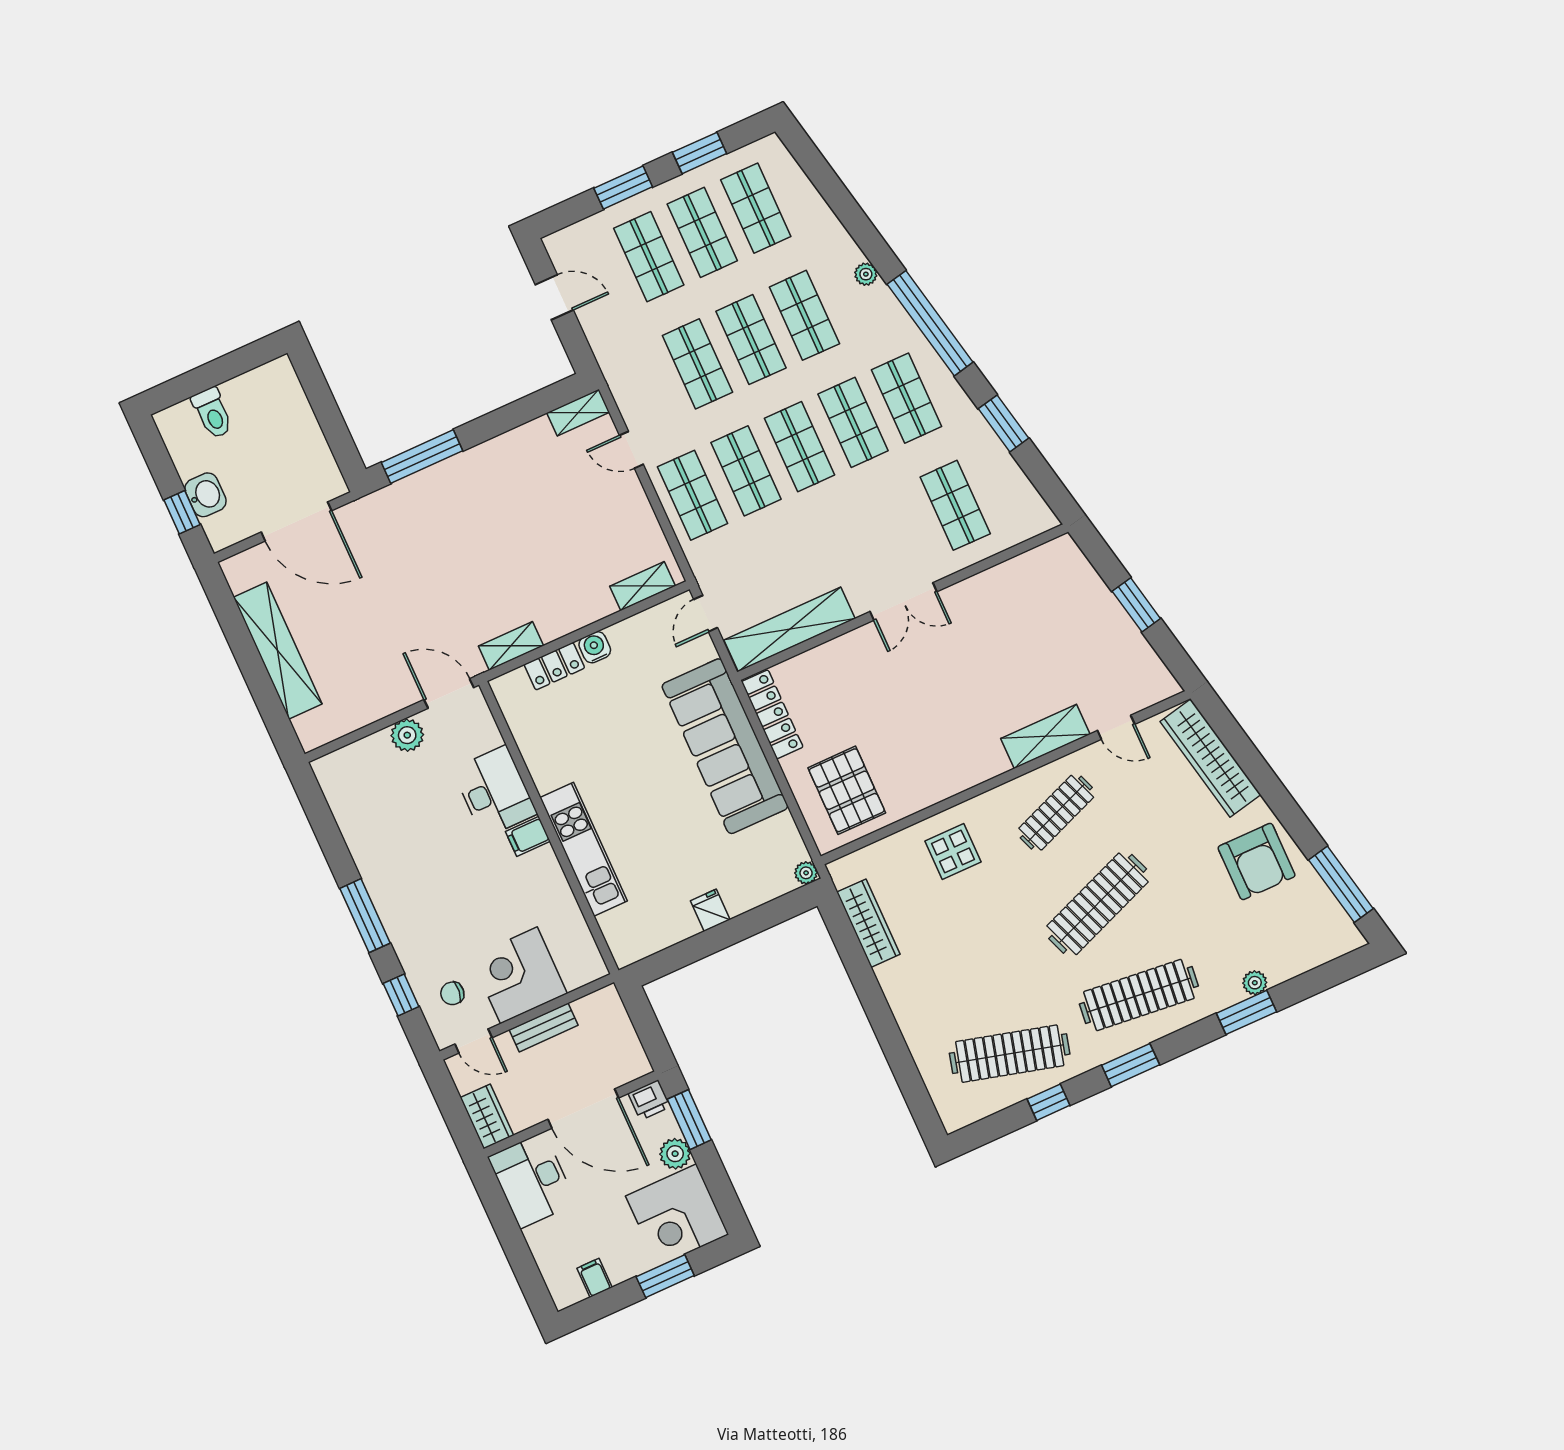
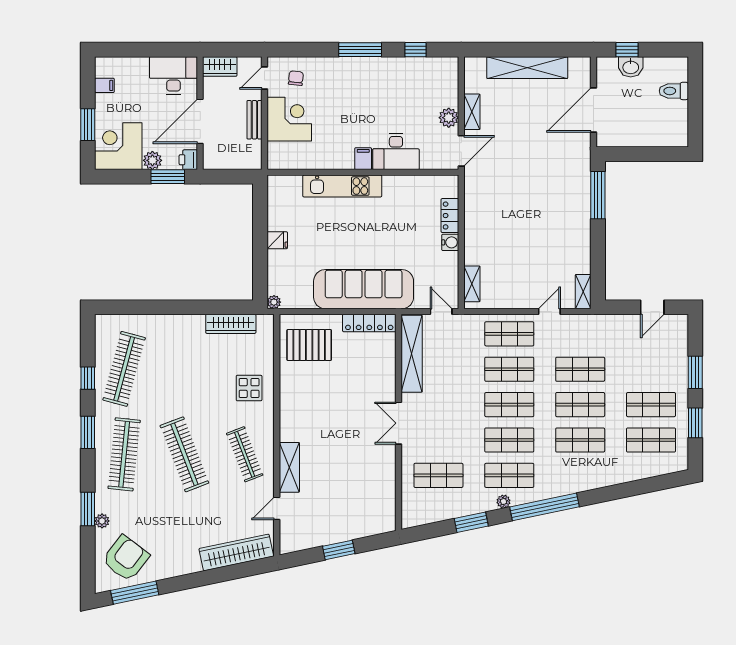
shop shelf: (649, 257) -> (651, 369), removed
plant: (866, 274) -> (504, 501), moved
shelving: (511, 646) -> (472, 112), moved
armchair: (1257, 861) -> (126, 558), moved, turned 127
window: (401, 995) -> (415, 50), moved

